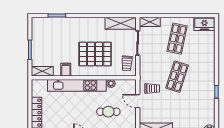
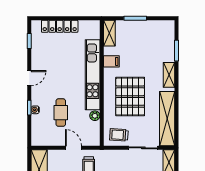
shelving: (77, 22) -> (169, 75), added
shelving: (121, 23) -> (167, 119), width x1.47
door: (138, 101) -> (73, 148), hinge flipped

